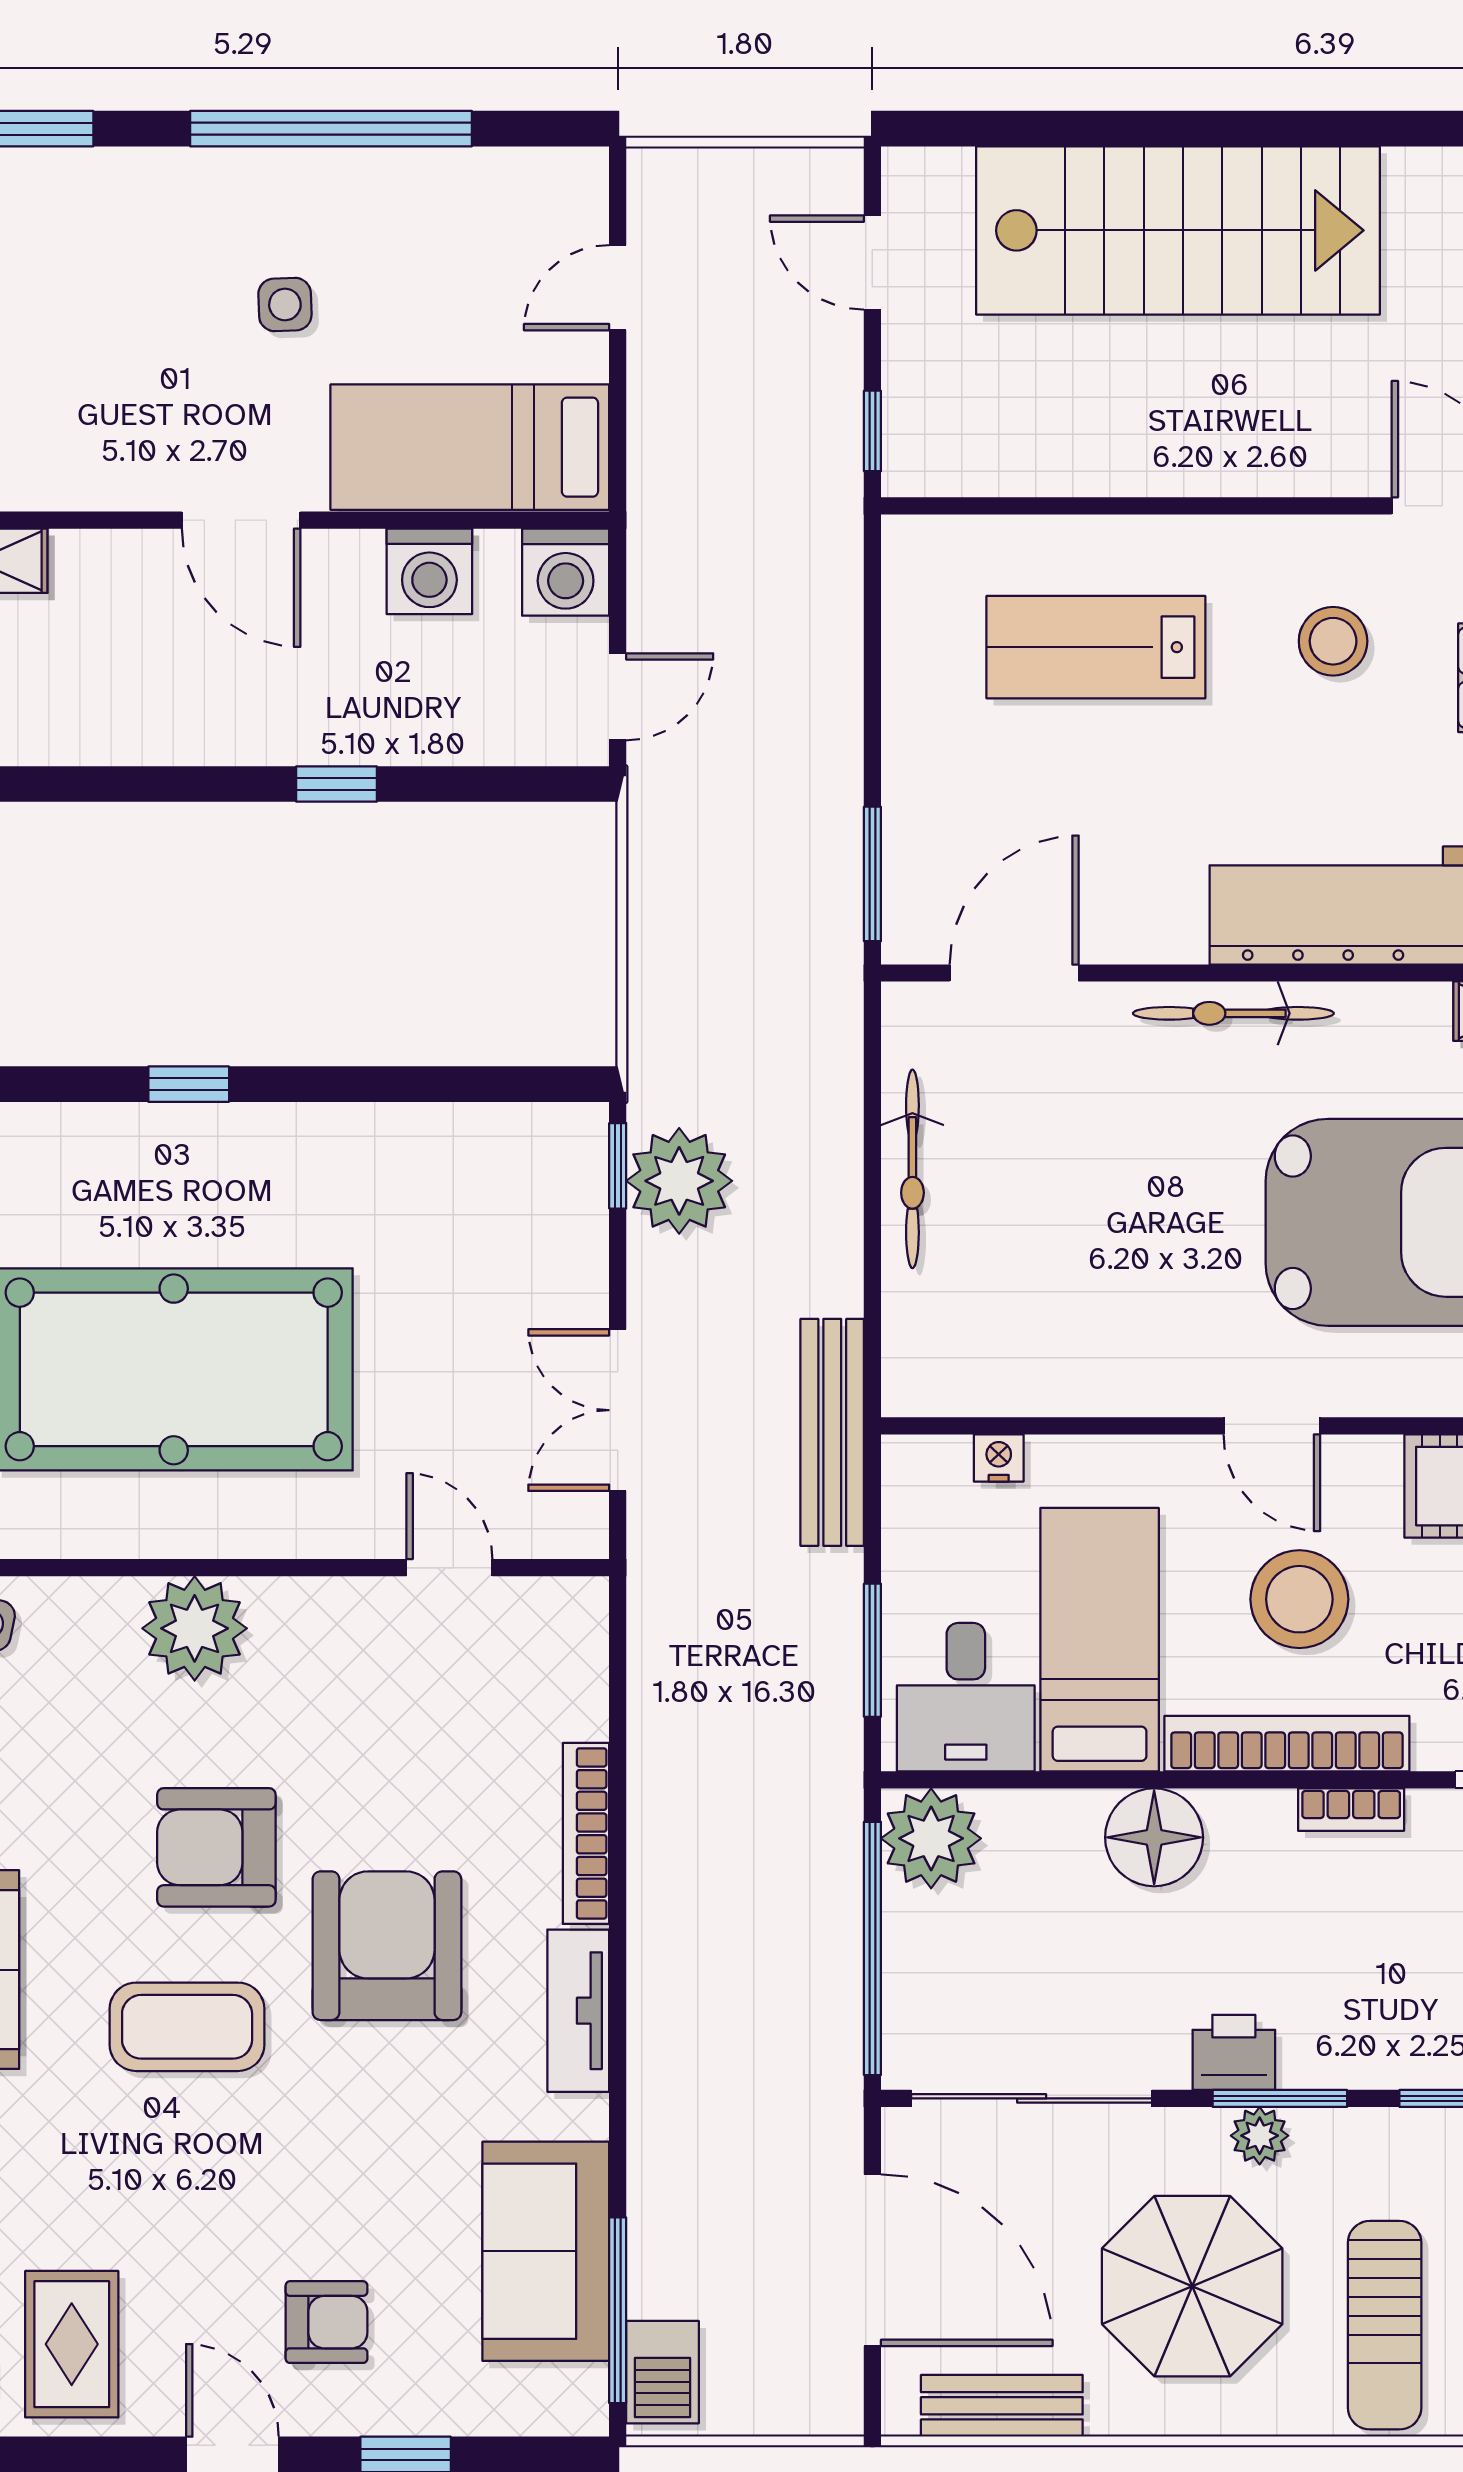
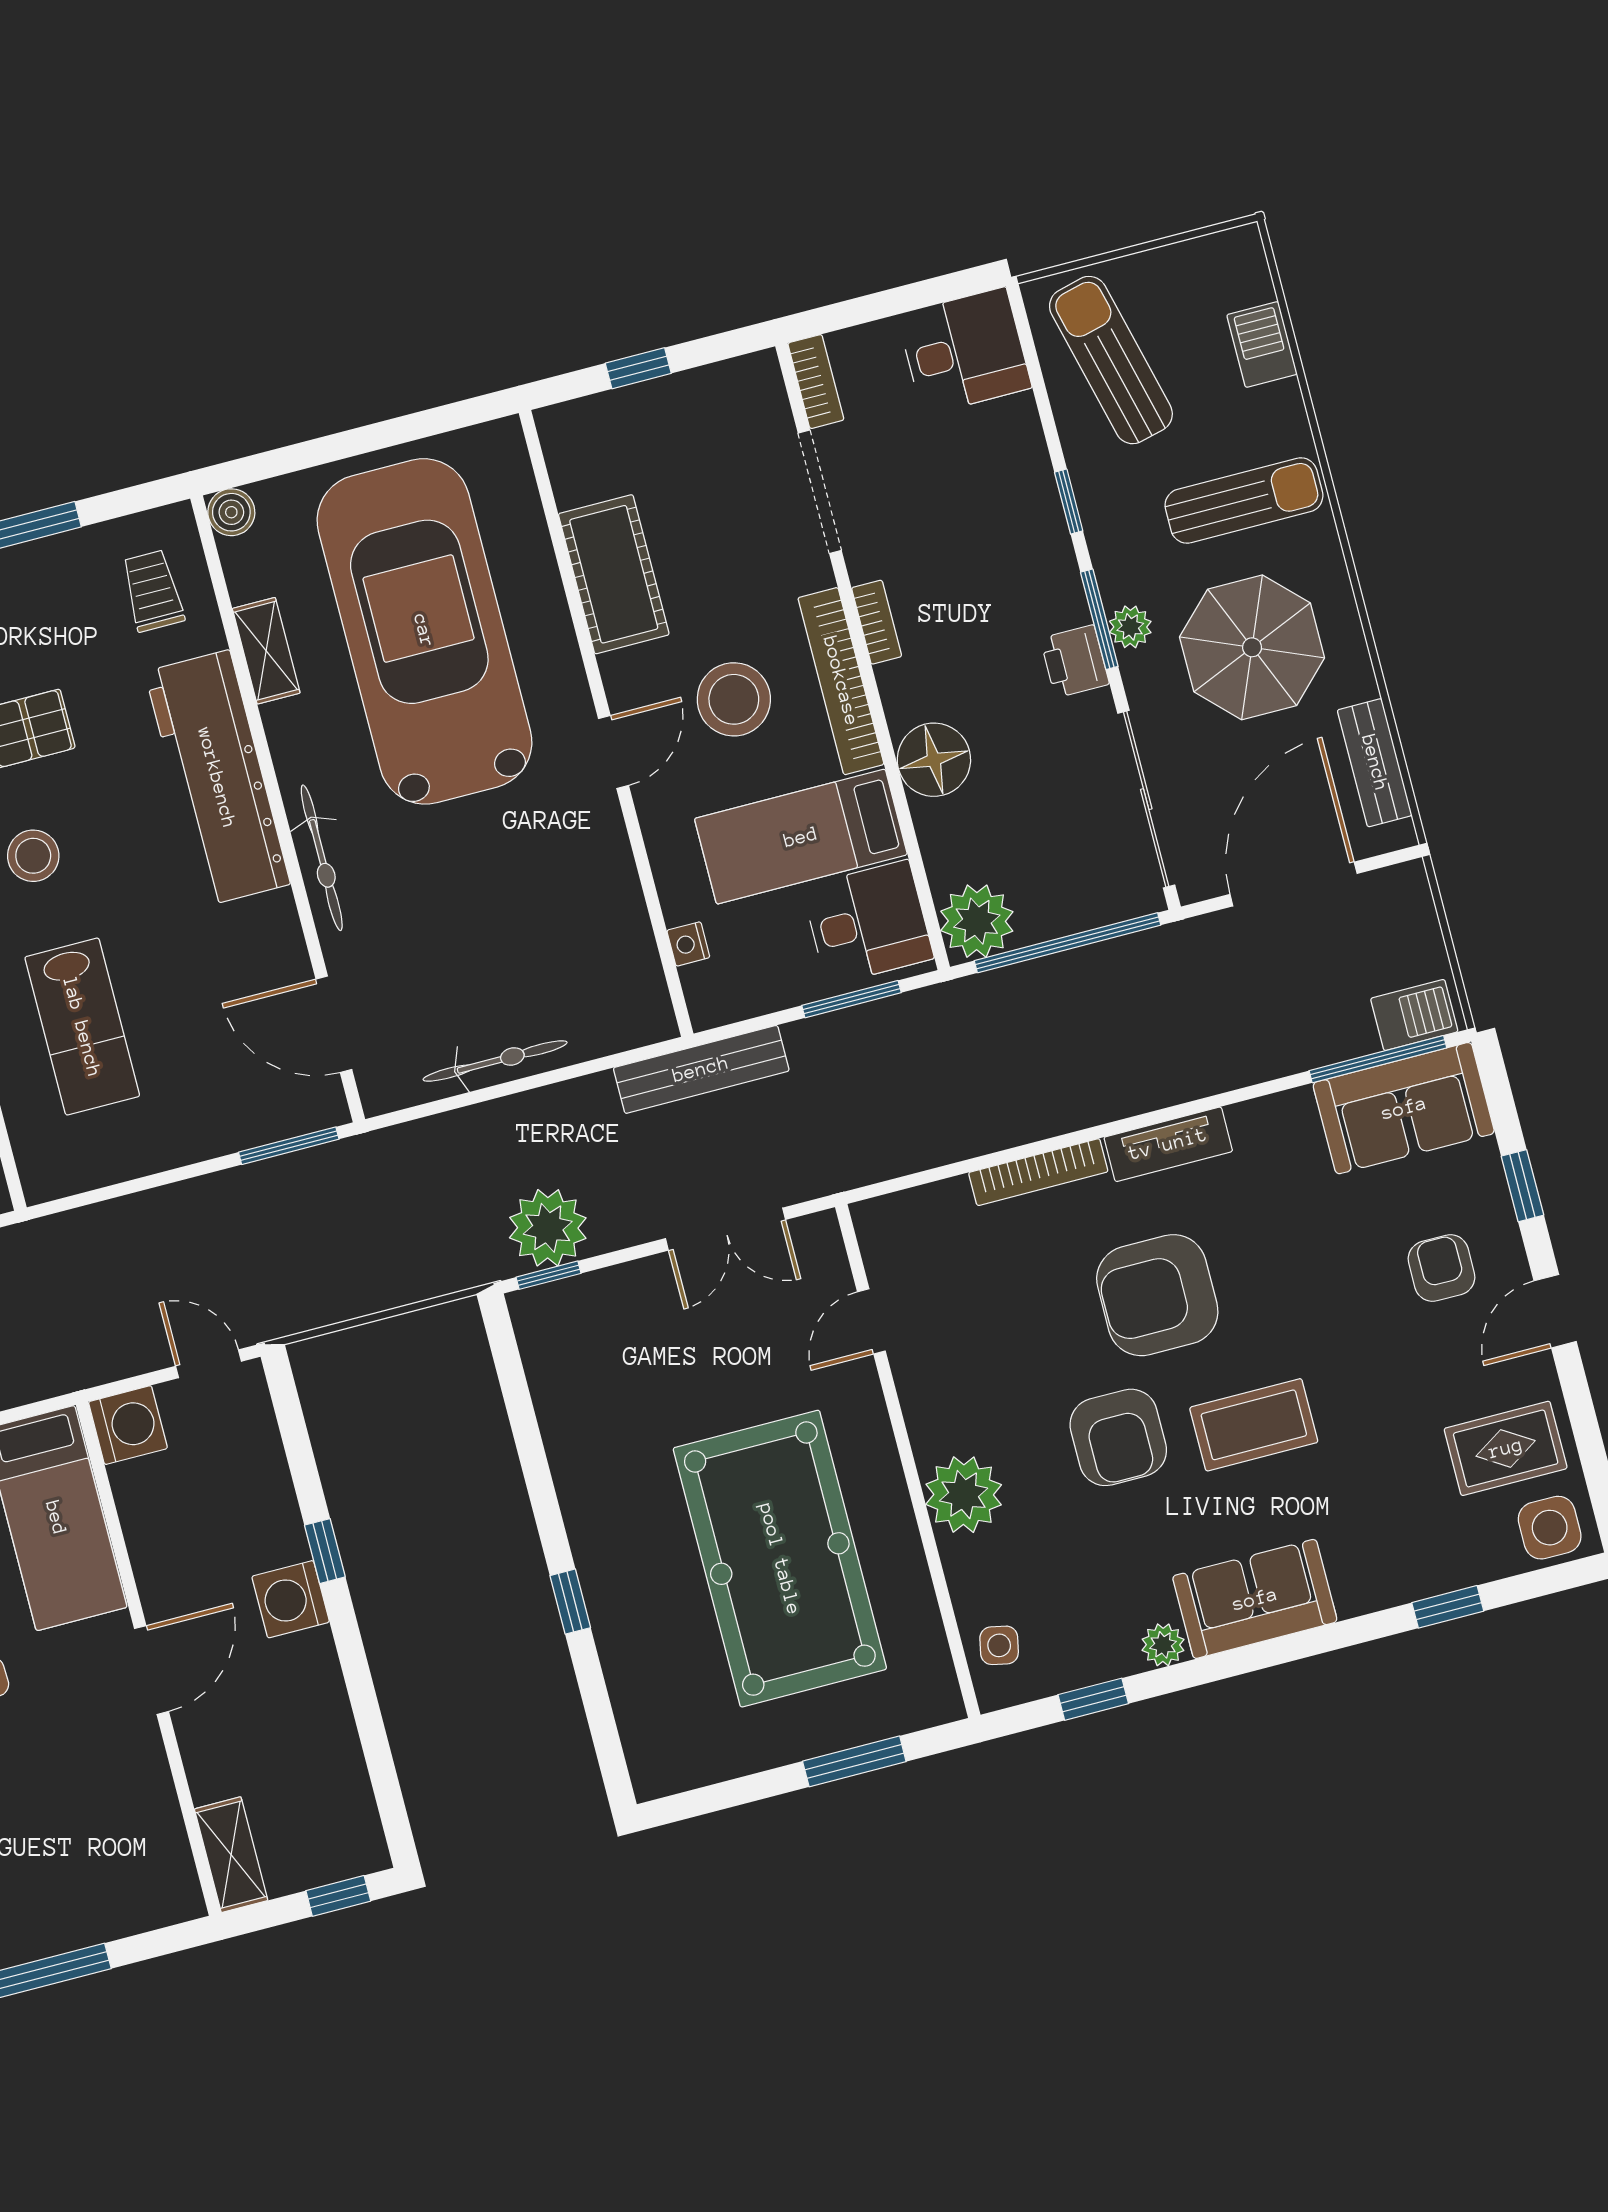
washing machine: (429, 571) -> (291, 1599), moved, turned 180
coffee table: (187, 2027) -> (1254, 1425), turned 90
sofa: (546, 2251) -> (1404, 1108), moved

